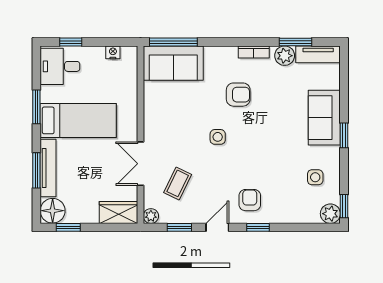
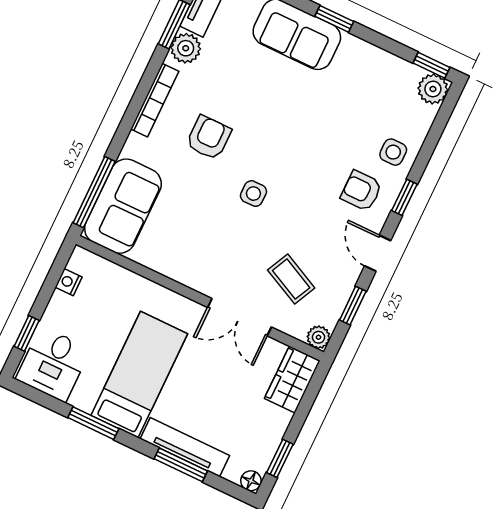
bookcase: (254, 52) -> (155, 100), width x1.56
side table: (315, 177) -> (393, 152), moved
floor lamp: (53, 211) -> (251, 481), width x0.53, depth x0.53

